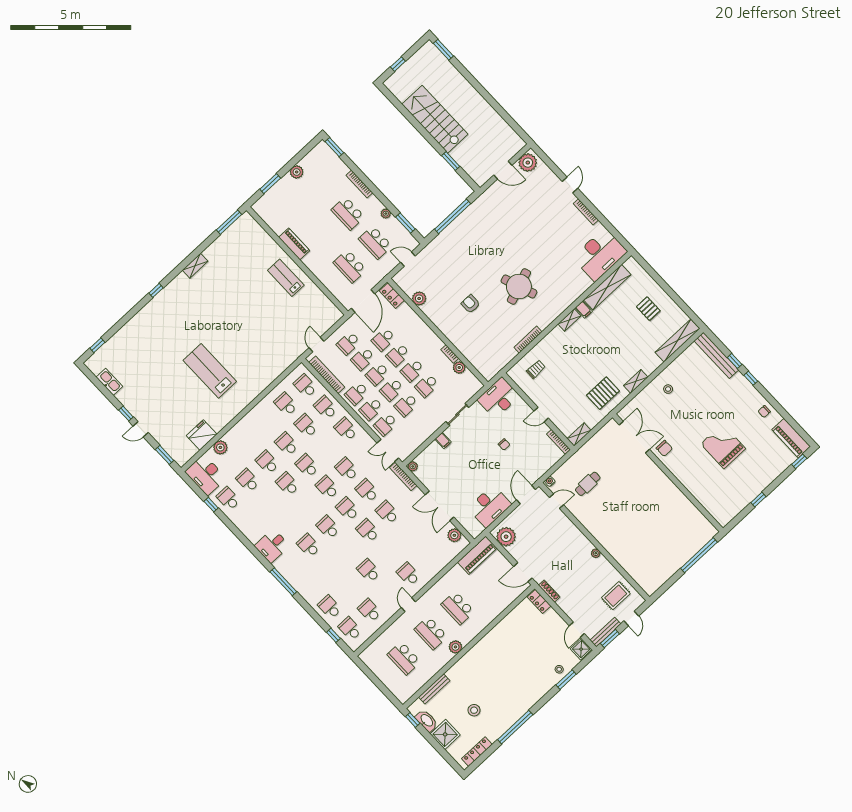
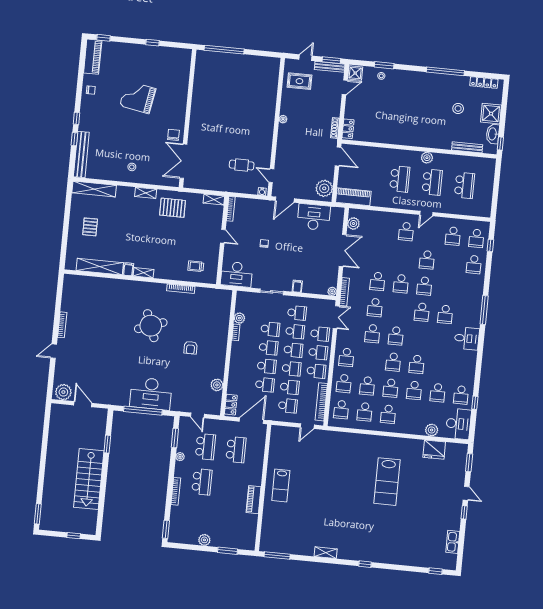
desk: (600, 255) -> (151, 394), moved, turned 180
school desk: (421, 420) -> (297, 313), added
school desk: (266, 422) -> (388, 414), added
grand piano: (723, 446) -> (138, 97), turned 100
school desk: (347, 509) -> (424, 286), moved

